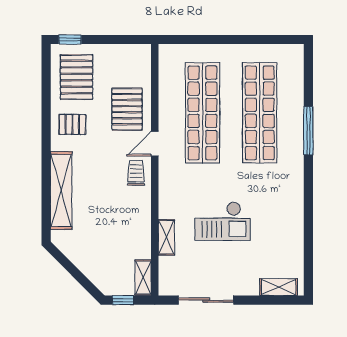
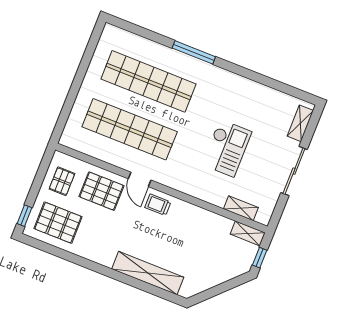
pallet: (72, 124) -> (62, 181), moved
window: (308, 131) -> (194, 52), moved
shelving: (166, 237) -> (241, 208), moved
sliding door: (206, 300) -> (294, 171), moved

